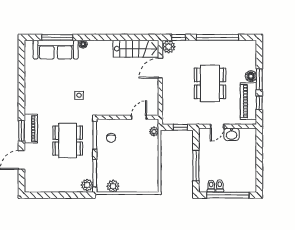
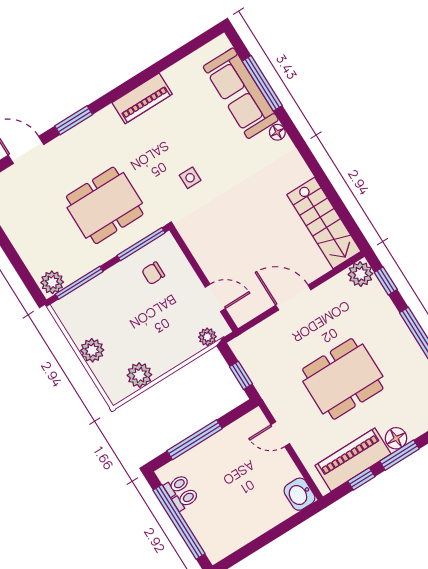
door: (160, 68) -> (293, 297), moved
piano: (31, 128) -> (142, 98), moved
washbasin: (232, 134) -> (299, 494), moved
plant: (152, 172) -> (139, 375), added
plant: (113, 186) -> (92, 350), moved

